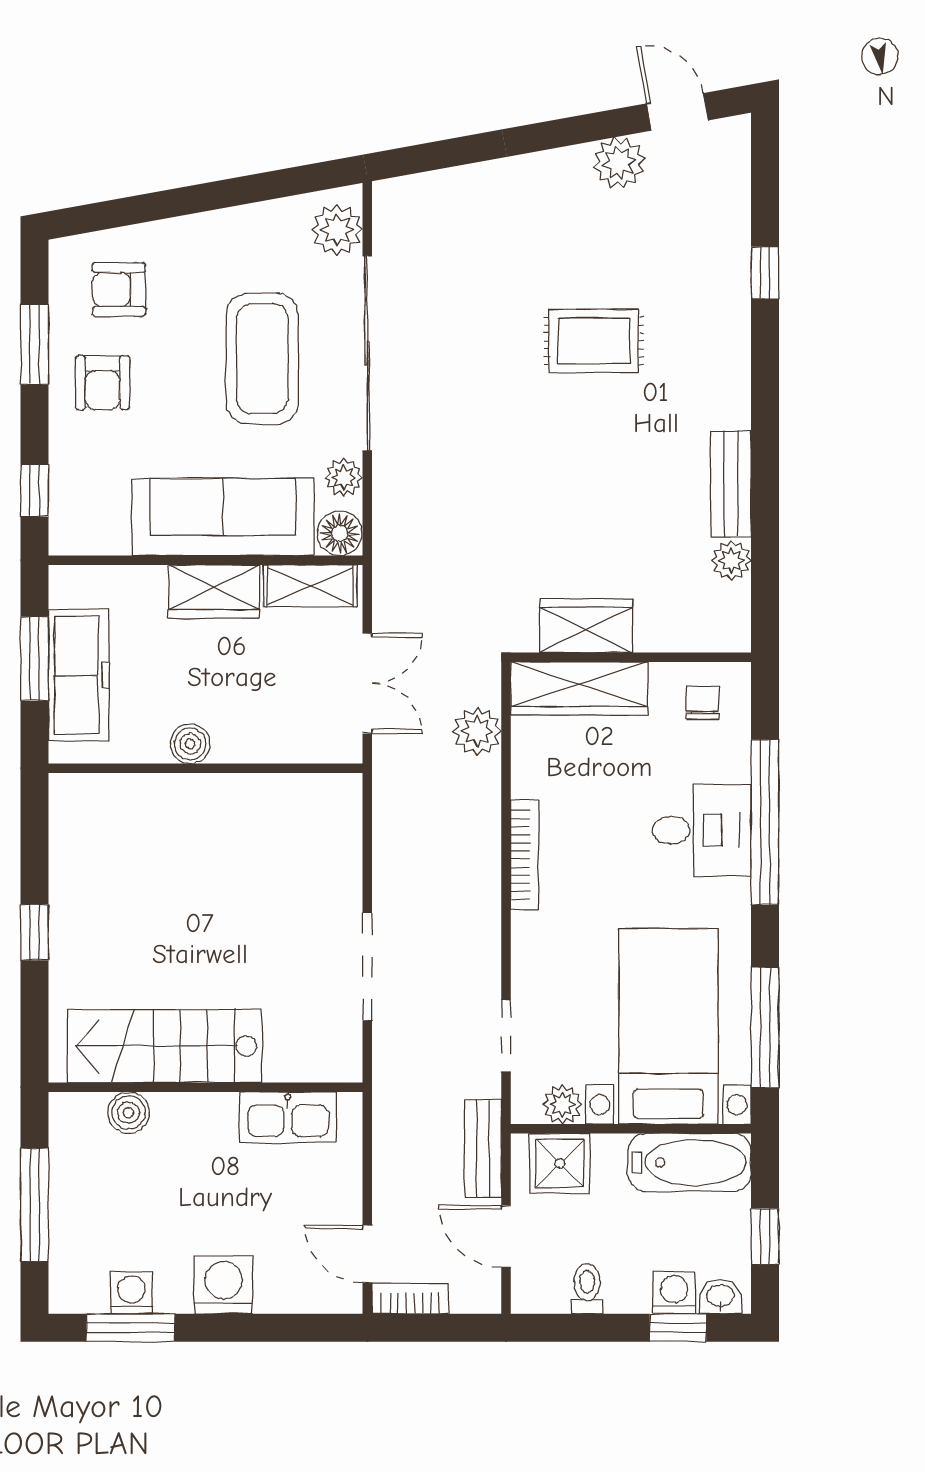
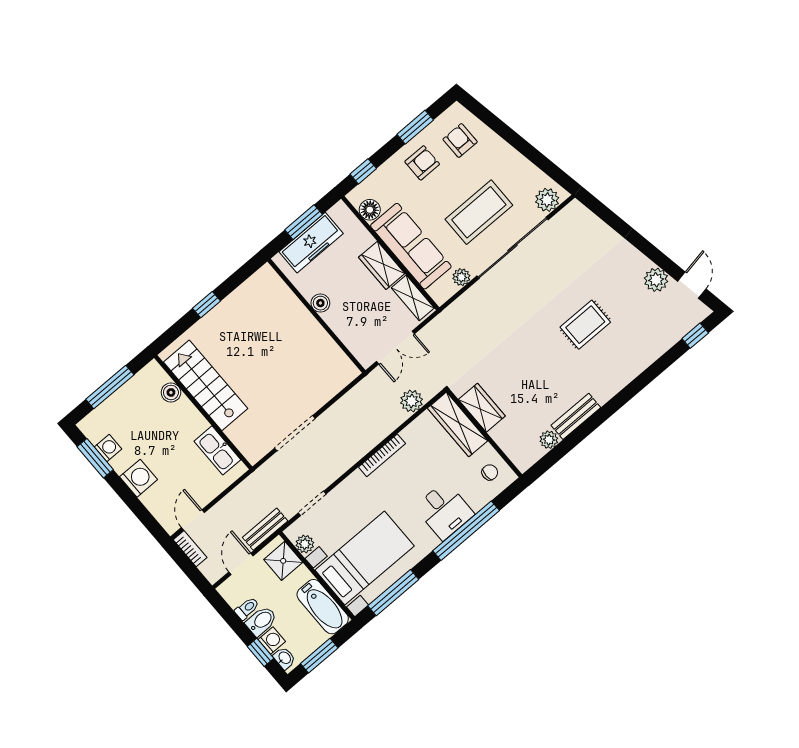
window: (765, 273) -> (695, 336), moved
rug: (594, 341) -> (585, 325), turned 90
armchair: (103, 383) -> (422, 163), turned 180
floor lamp: (340, 533) -> (370, 210), moved
window: (765, 1236) -> (319, 656), width x1.50
bidet: (628, 1283) -> (261, 621), added

